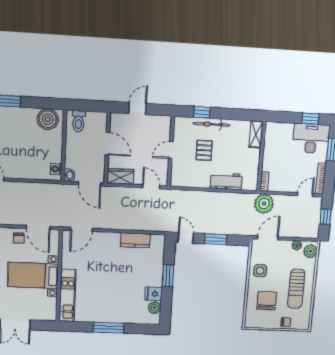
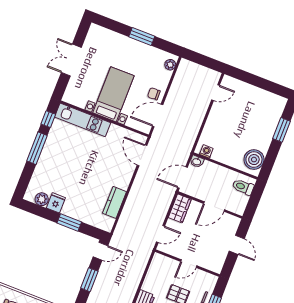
door: (171, 150) -> (189, 264), swing flipped
window: (78, 327) -> (48, 119), added

